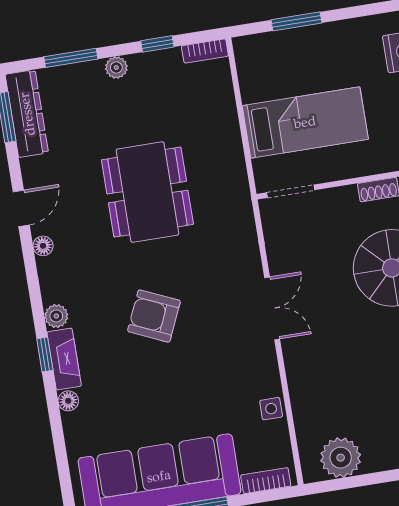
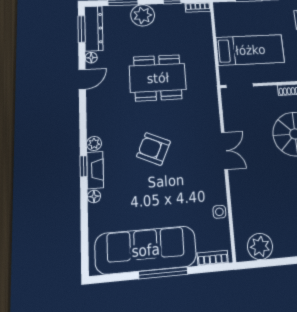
plant: (116, 67) -> (143, 15), width x1.87, depth x1.87
dining table: (147, 192) -> (158, 78), turned 90
floor lamp: (43, 246) -> (91, 58), moved

